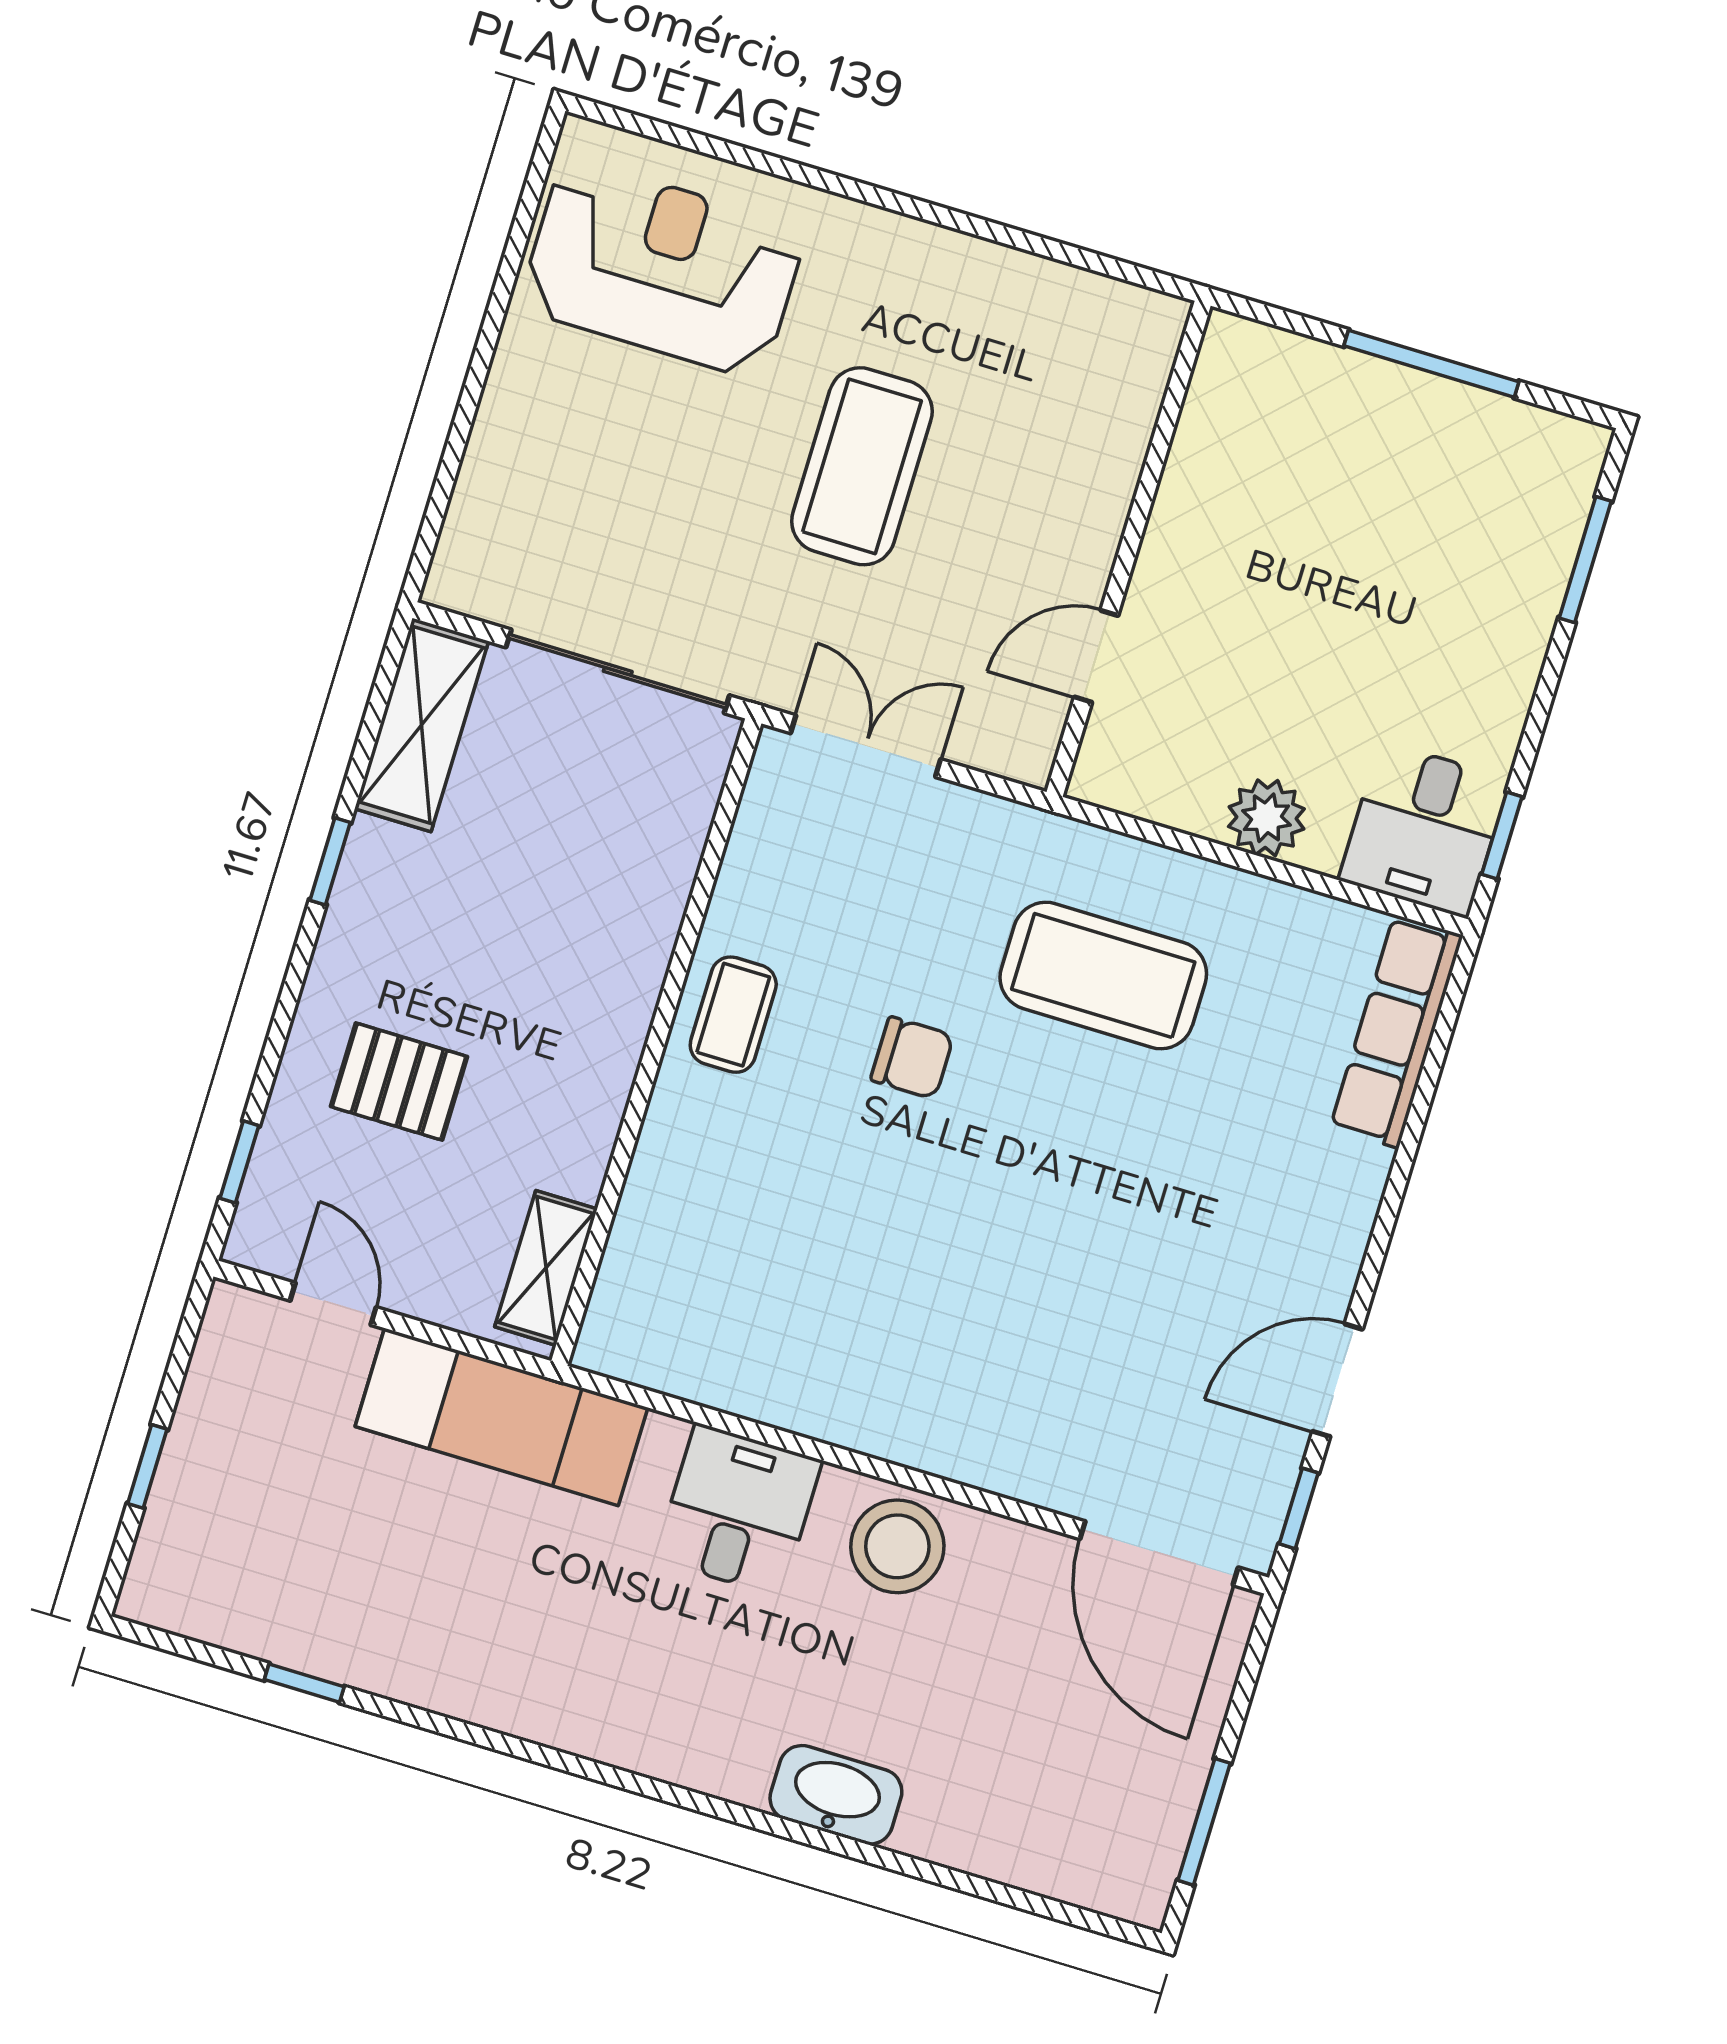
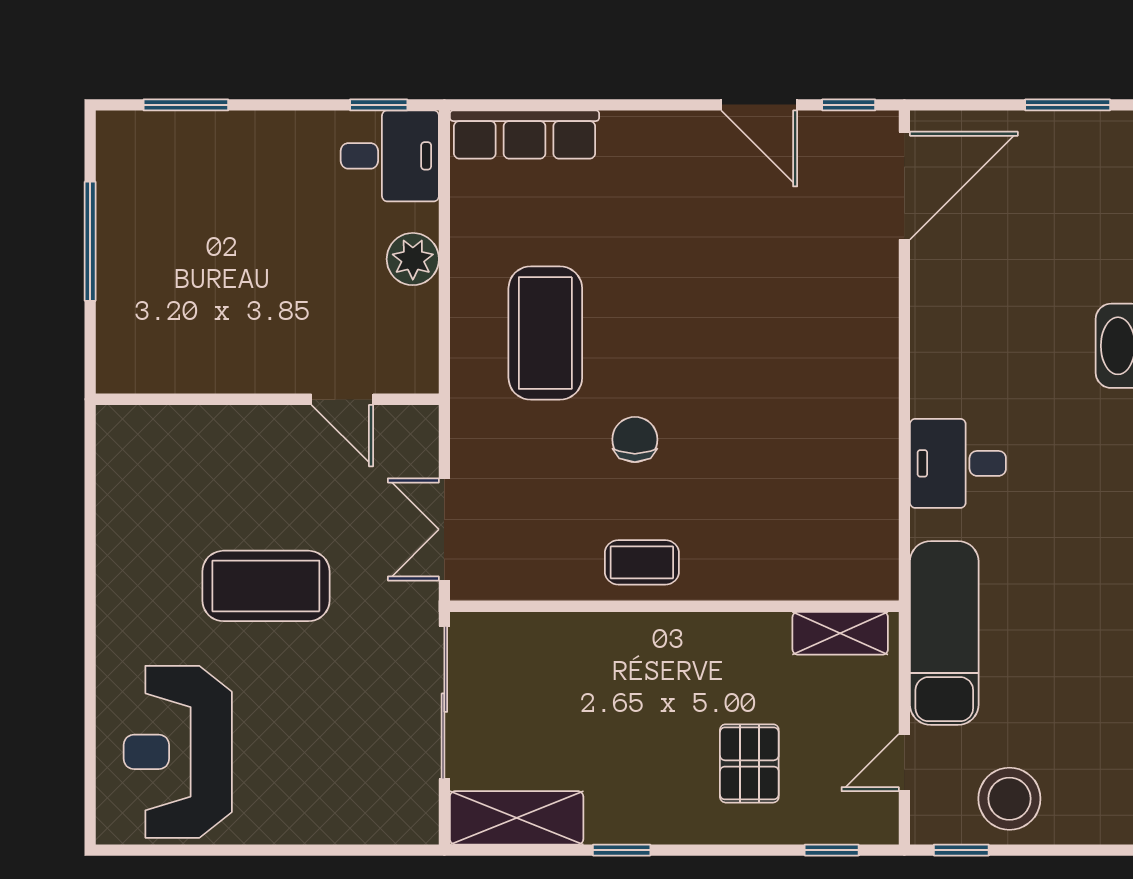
window: (147, 1466) -> (961, 850), moved
stool: (897, 1546) -> (1009, 799), moved

